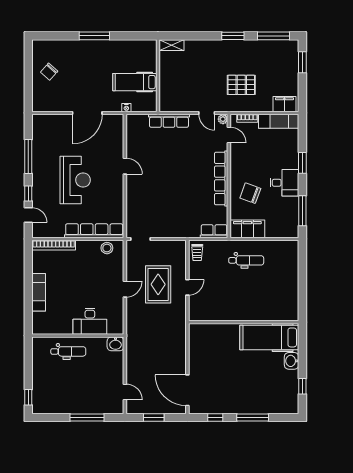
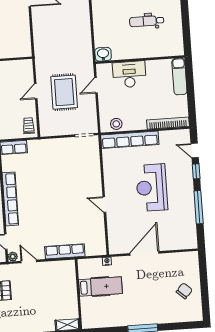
desk: (90, 321) -> (129, 74), moved
wall: (78, 336) -> (140, 60), moved
washbasin: (115, 344) -> (103, 54), moved

